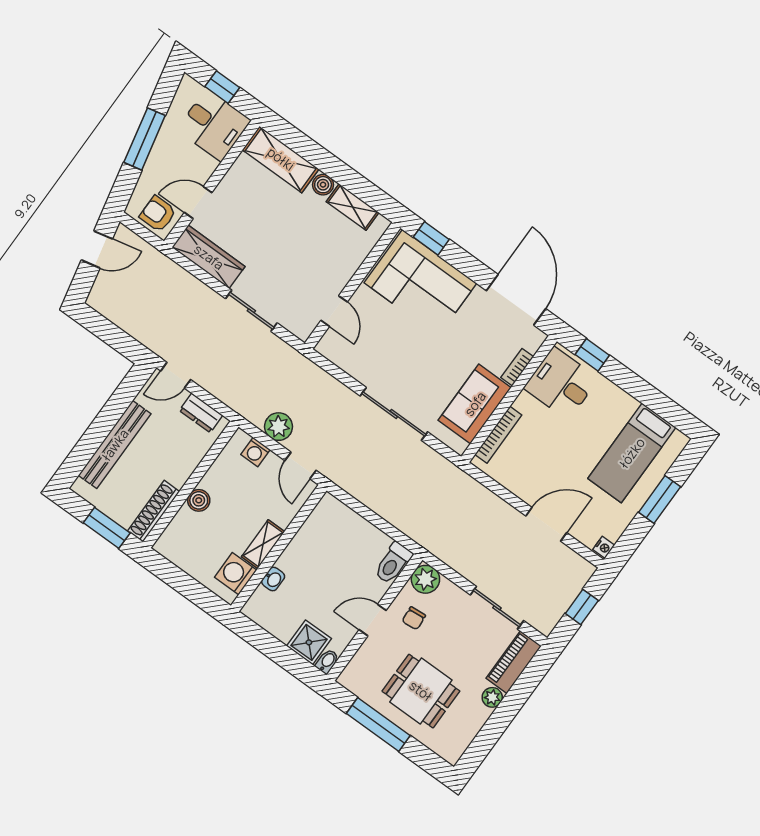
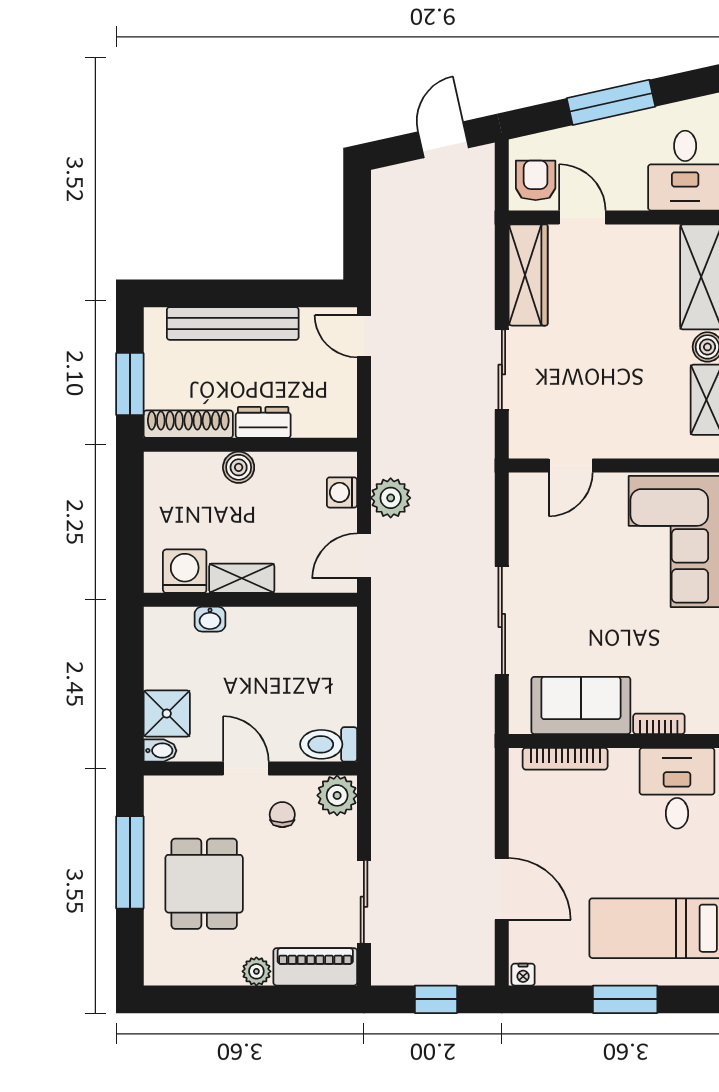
door: (97, 249) -> (443, 140), swing flipped
dresser: (201, 413) -> (263, 422), moved, turned 90
chair: (414, 618) -> (282, 815), turned 95

